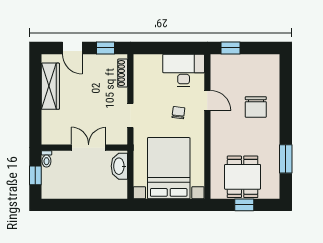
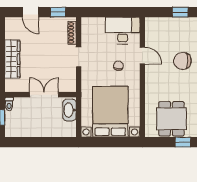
window: (230, 48) -> (180, 12), moved
wardrobe: (50, 86) -> (12, 59), moved
chair: (256, 107) -> (182, 61), turned 90
doorway: (130, 116) -> (79, 57), moved
window: (244, 205) -> (183, 142), moved

